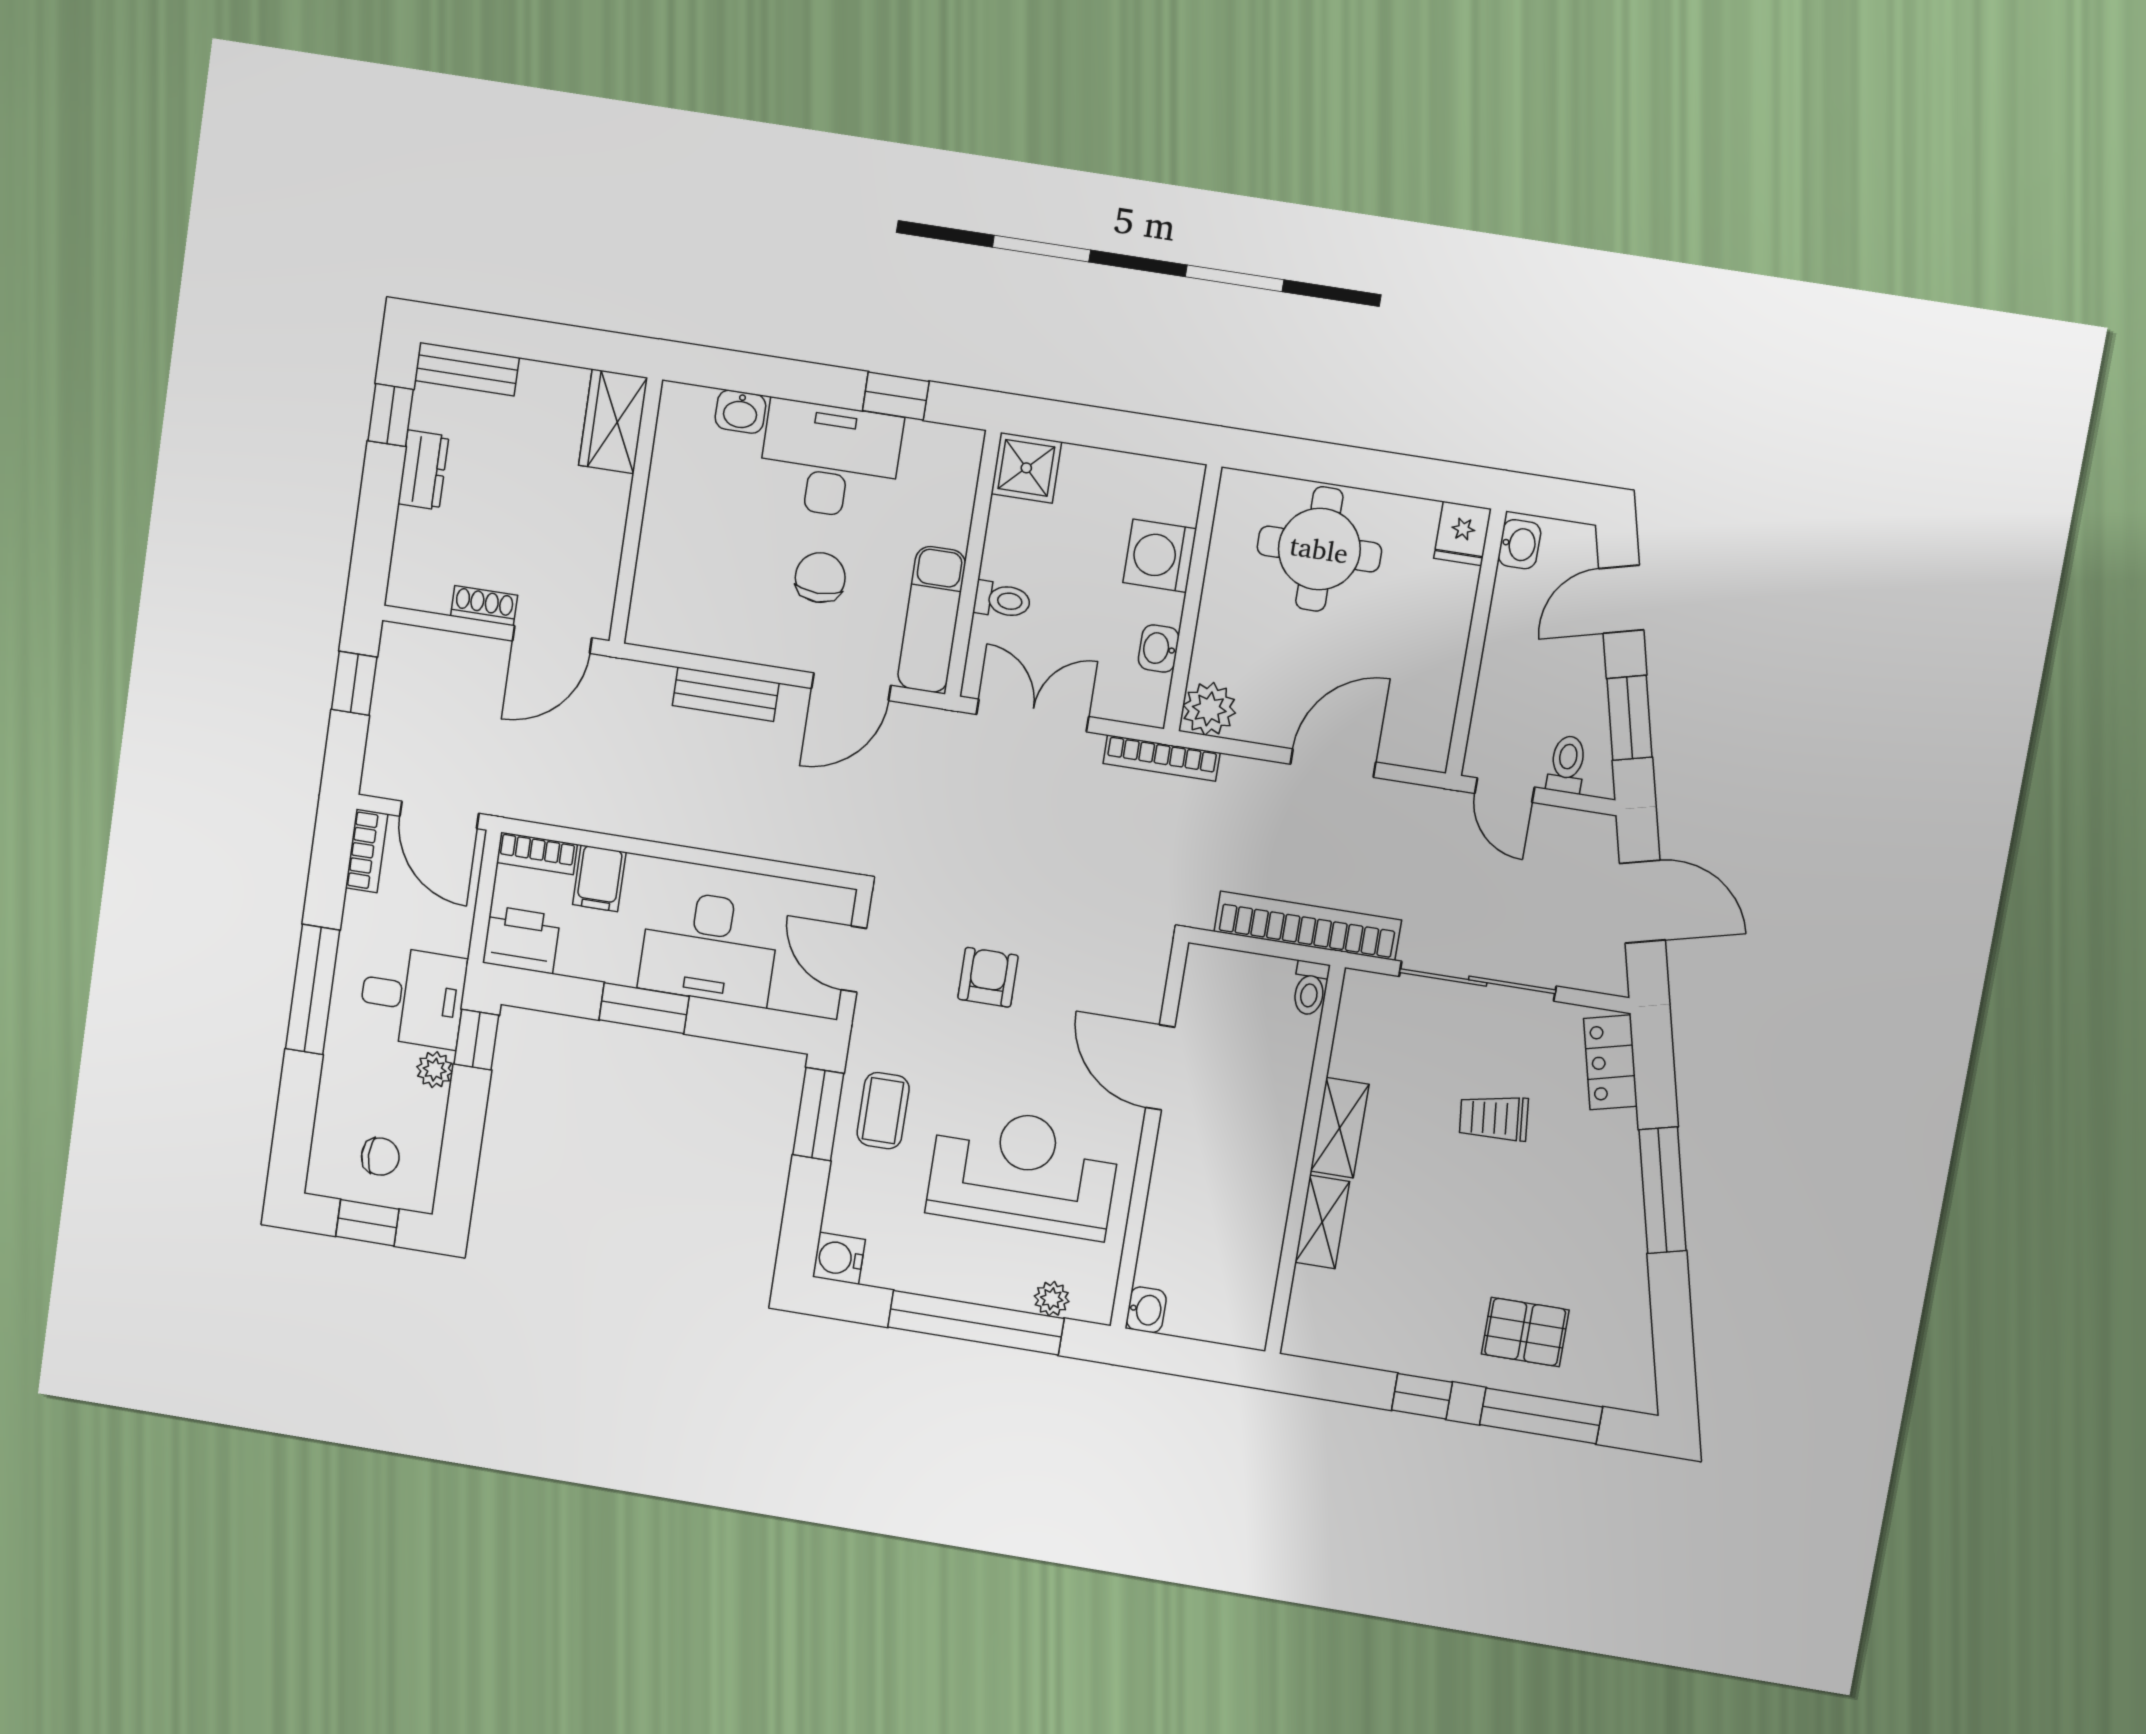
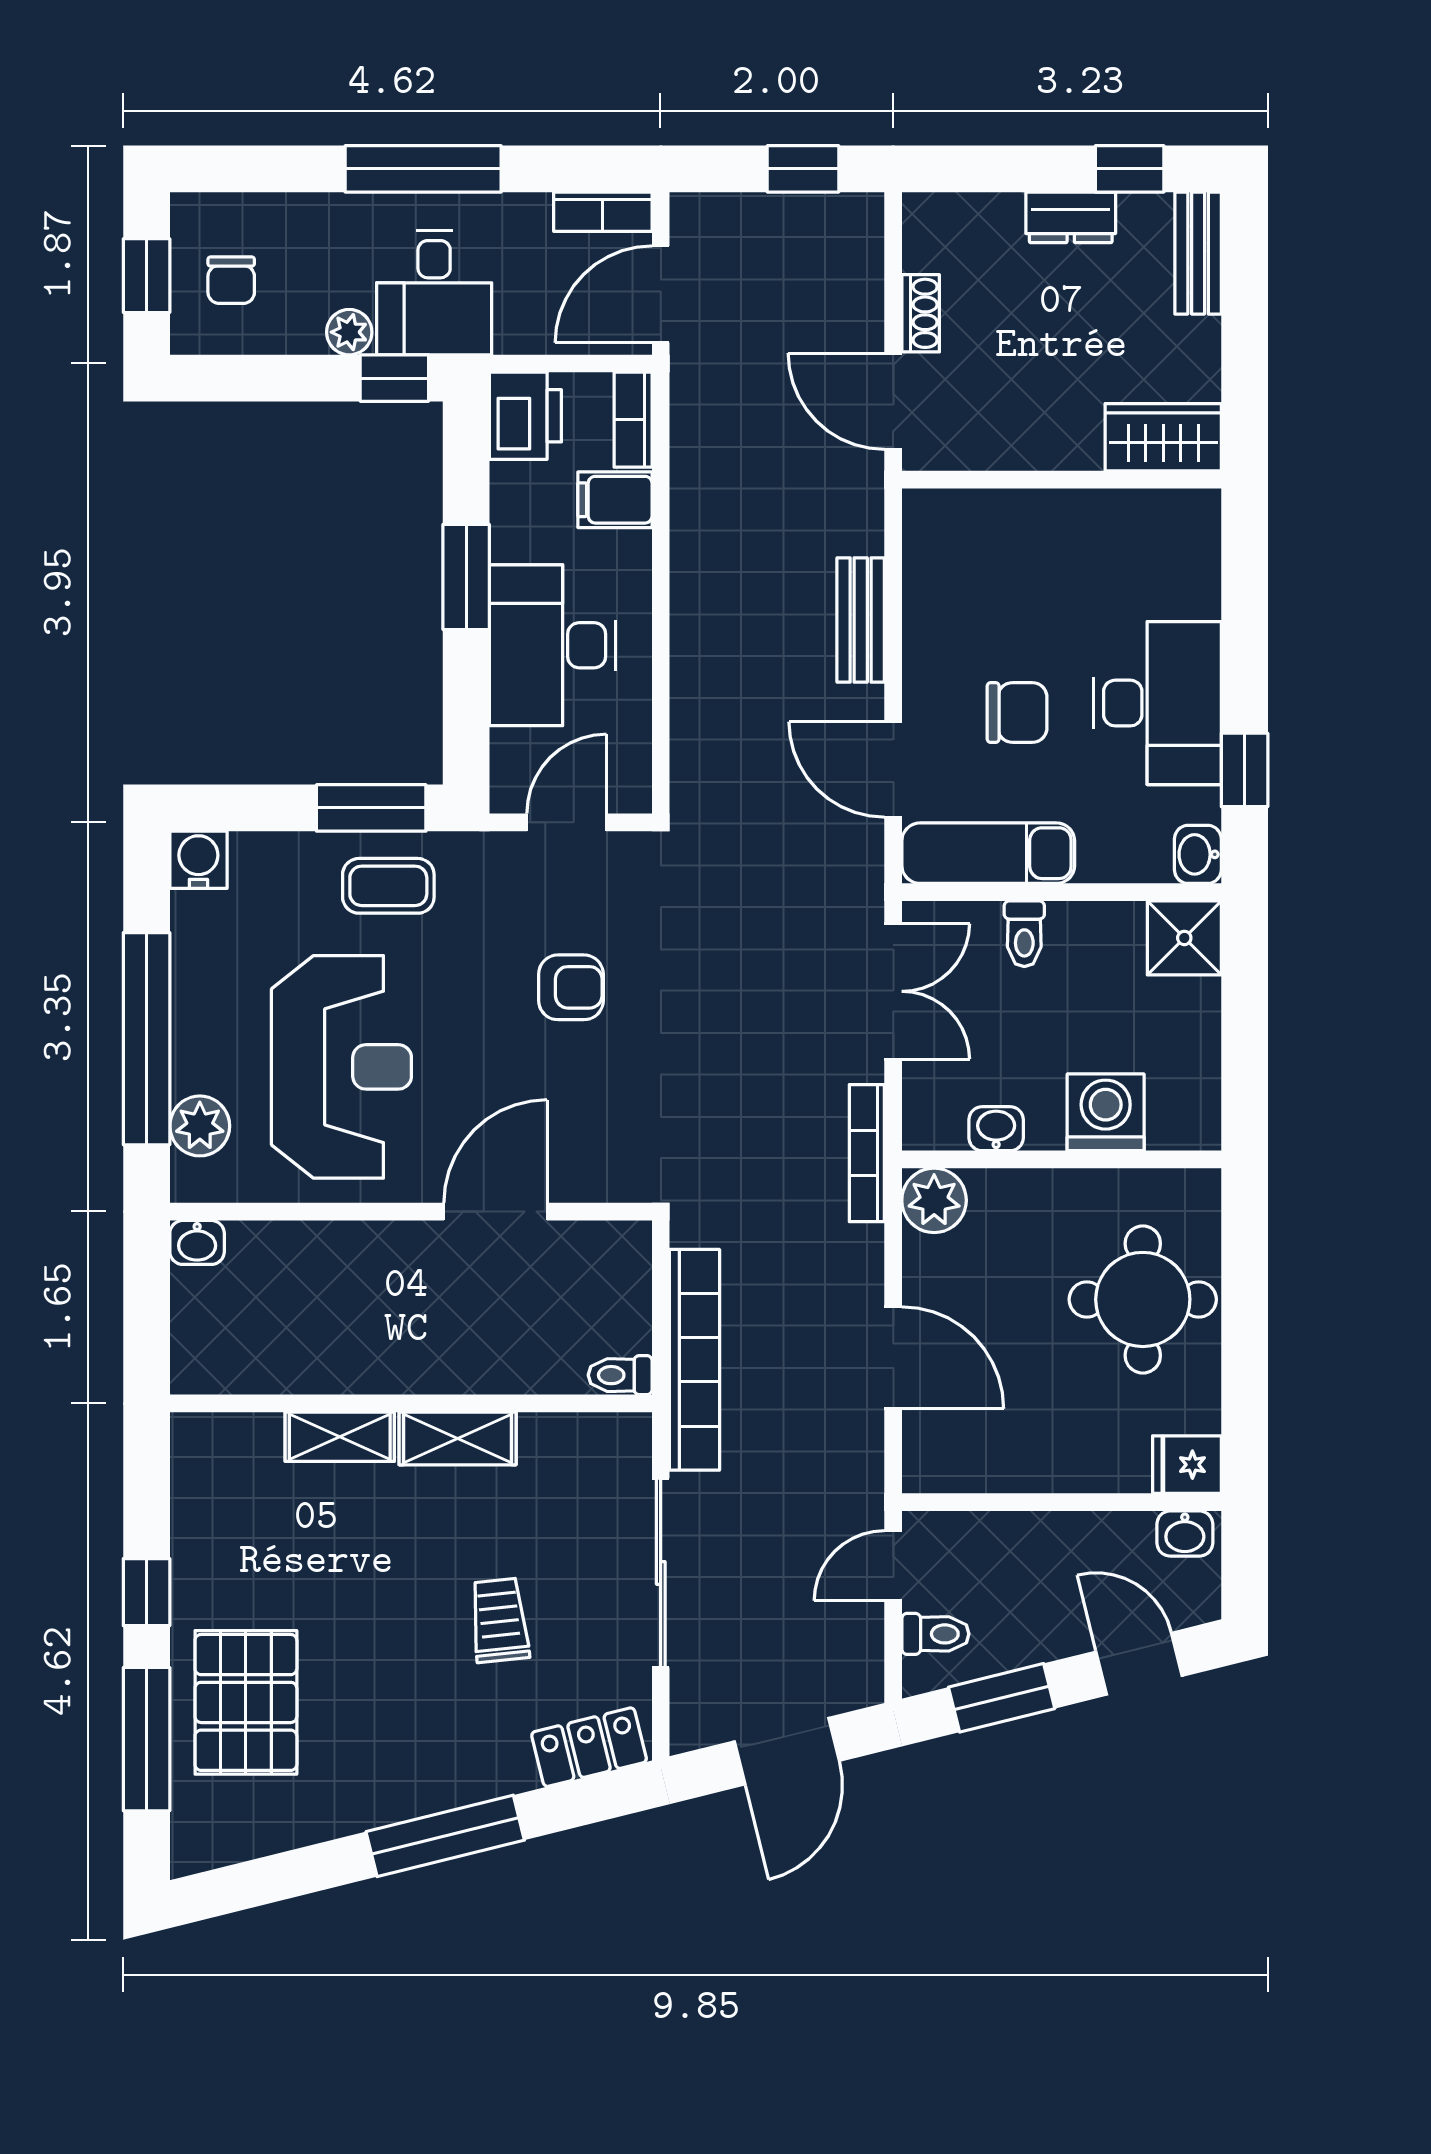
washbasin: (740, 412) -> (1198, 854), moved
plant: (1052, 1299) -> (200, 1126), width x1.38, depth x1.38
pallet: (1525, 1332) -> (246, 1702), width x1.50, depth x1.42

